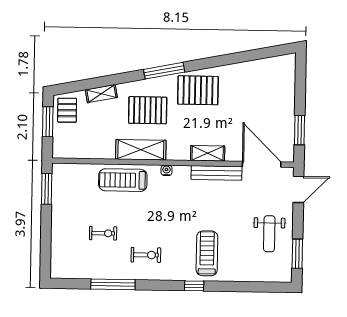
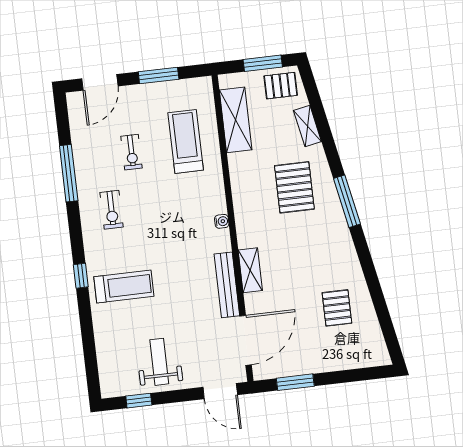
pallet: (198, 90) -> (337, 308), moved, width x0.67, depth x0.71
shelving: (141, 150) -> (236, 120), moved
treadmill: (123, 180) -> (186, 141), moved
window: (47, 189) -> (159, 75), moved
weight bench: (269, 234) -> (159, 362), turned 90
door: (46, 251) -> (100, 82), added
window: (297, 254) -> (139, 401), width x0.67

